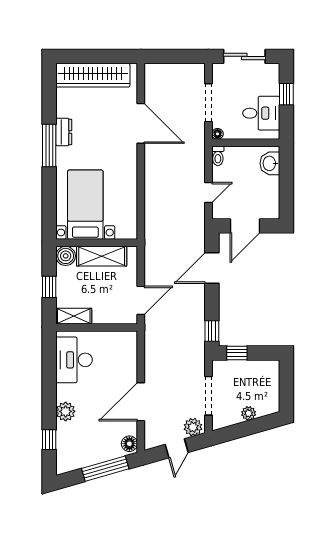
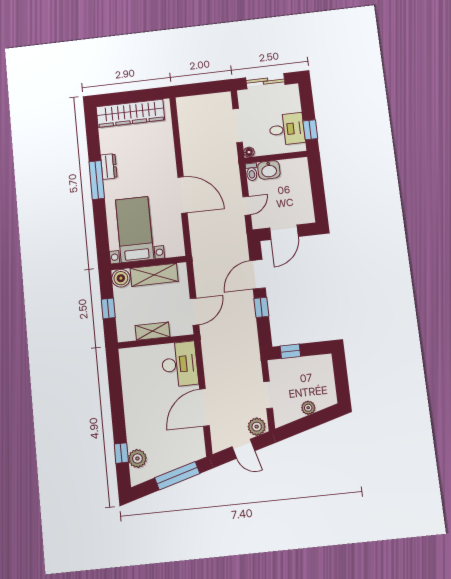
window: (286, 94) -> (310, 130), moved
door: (141, 123) -> (182, 195), moved
washbasin: (270, 163) -> (269, 170), moved, turned -90
shelving: (74, 316) -> (153, 331), moved
window: (212, 331) -> (261, 307), moved
desk: (74, 360) -> (180, 364), moved, turned 180
doorway: (208, 396) -> (268, 395), width x0.73
plant: (66, 411) -> (137, 458), moved
floor lamp: (129, 444) -> (198, 449), removed
door: (177, 448) -> (243, 449), hinge flipped

